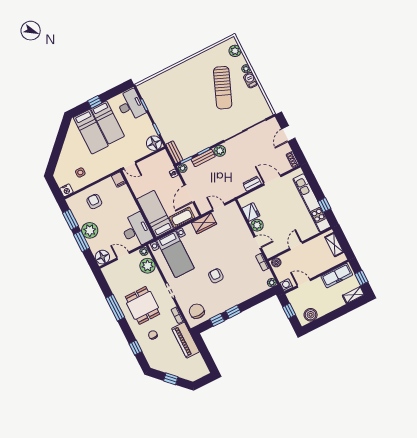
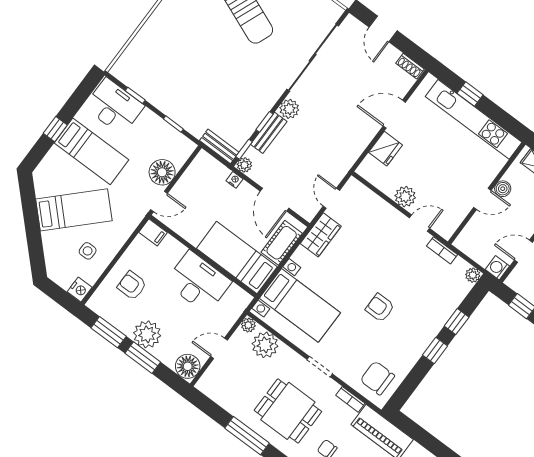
bed: (91, 132) -> (74, 210), moved, turned -45
floor lamp: (154, 143) -> (162, 172), moved
dresser: (252, 184) -> (365, 135), removed
window: (324, 205) -> (470, 94), moved
door: (219, 207) -> (331, 198), hinge flipped
fridge: (251, 212) -> (385, 149), moved, turned 90
desk: (136, 230) -> (198, 282), moved
door: (296, 246) -> (482, 199), swing flipped
boiler: (276, 262) -> (503, 189), moved
window: (217, 320) -> (457, 322), moved

